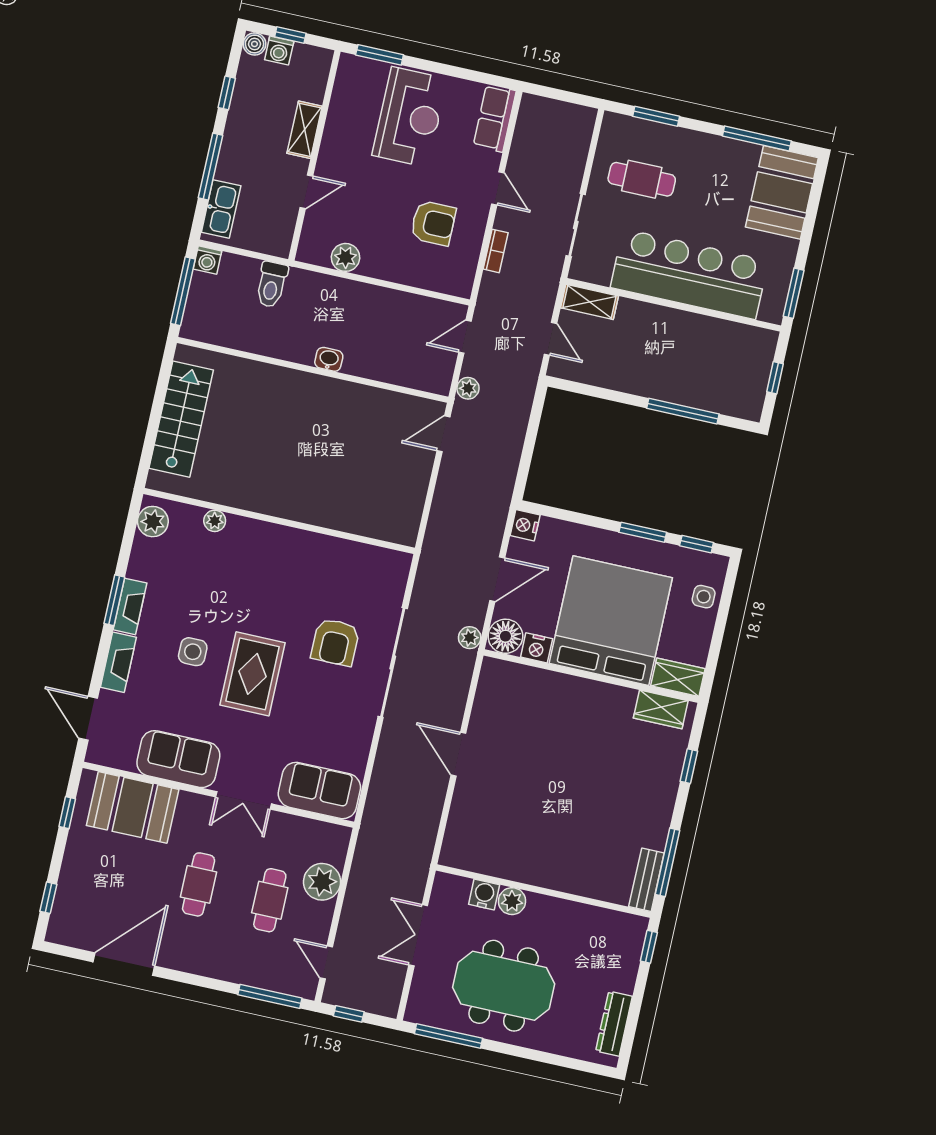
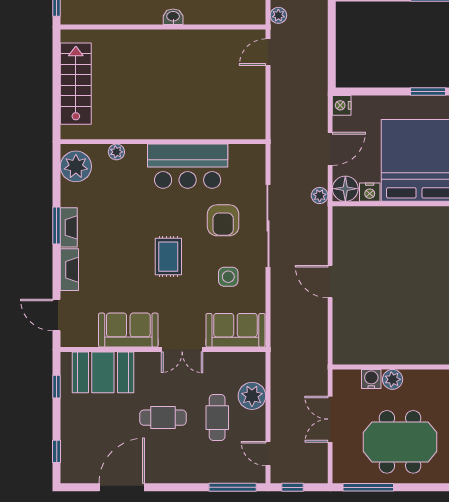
plant: (153, 522) -> (76, 166), width x1.36, depth x1.36
bar counter: (304, 560) -> (188, 166), added
side table: (193, 652) -> (228, 277), moved
rug: (253, 674) -> (168, 257), width x0.73, depth x0.70
cafe table: (199, 884) -> (163, 418), turned 90

